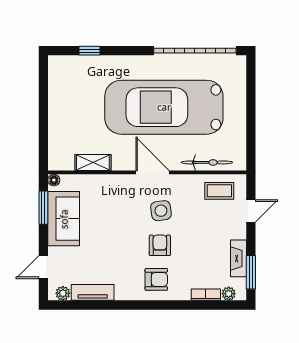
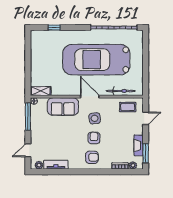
shelving: (93, 162) -> (41, 91), moved
window: (43, 208) -> (28, 117), width x1.44
sofa: (64, 219) -> (63, 107), moved, turned 90

